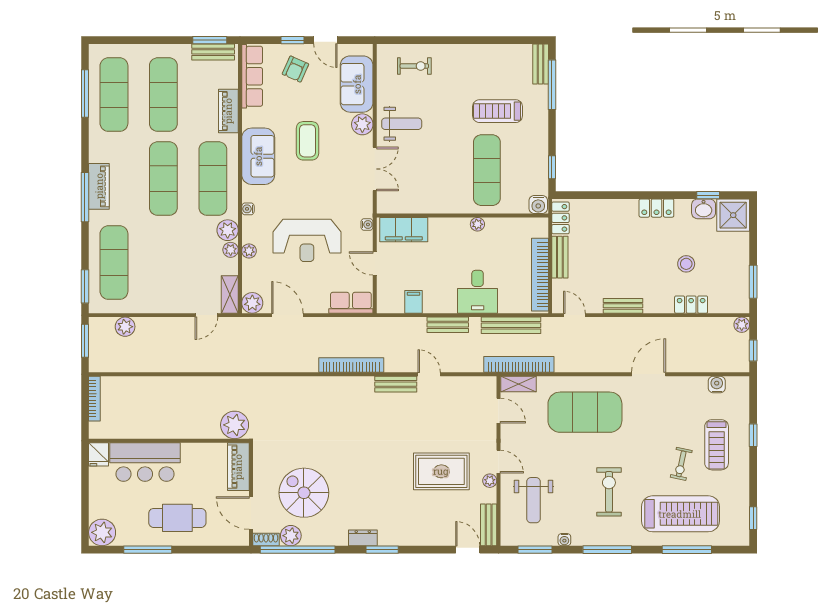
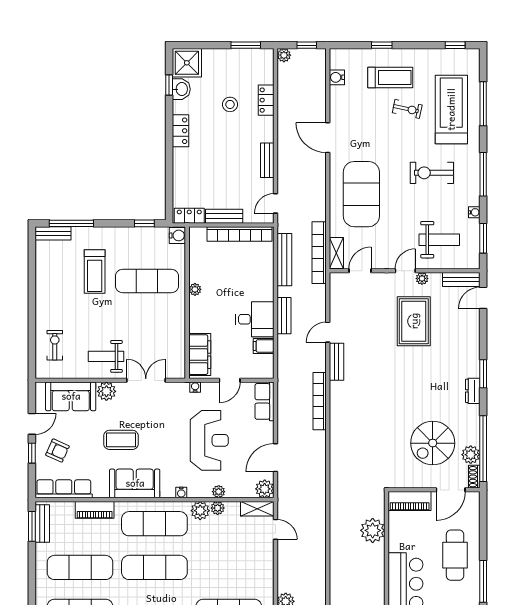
weight bench: (402, 124) -> (106, 356), turned -90
desk: (478, 292) -> (255, 319), moved
plant: (235, 425) -> (373, 530), moved

